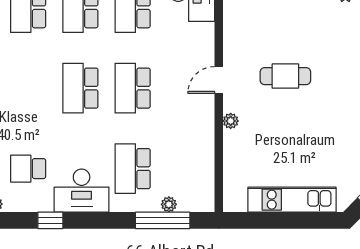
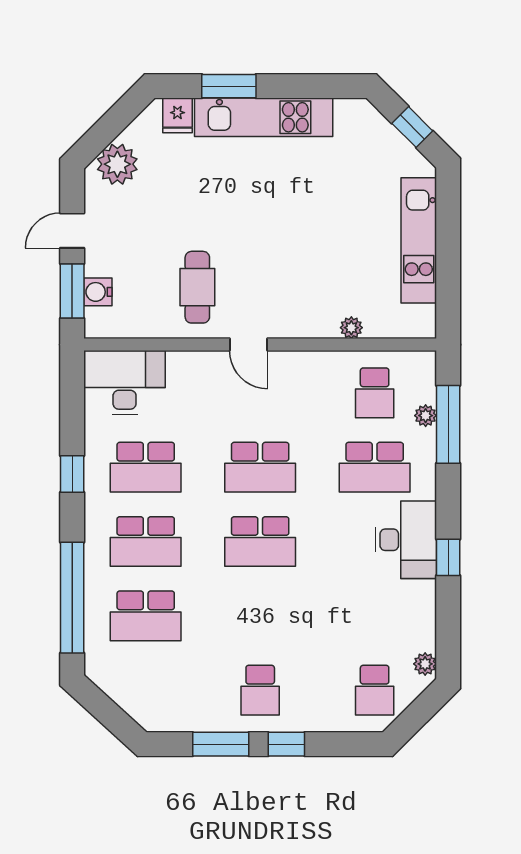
cafe table: (285, 76) -> (197, 287), moved
plant: (231, 121) -> (351, 328), moved
school desk: (28, 169) -> (375, 393), moved
window: (50, 220) -> (448, 557), moved

